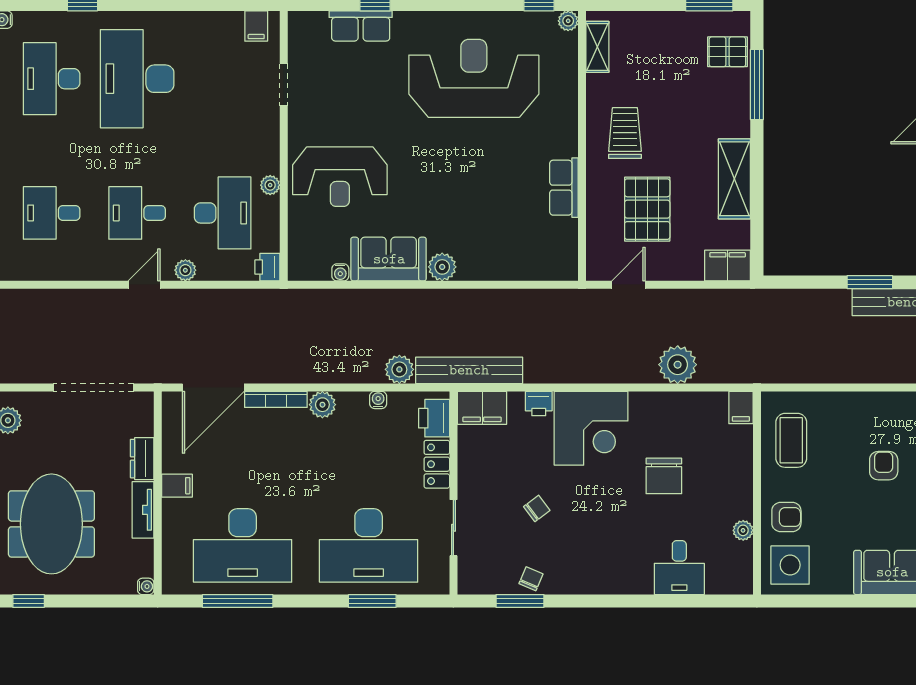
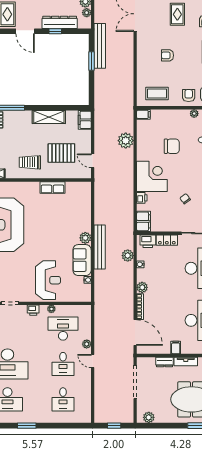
printer: (267, 267) -> (33, 310), moved
bench: (469, 370) -> (100, 247), moved

